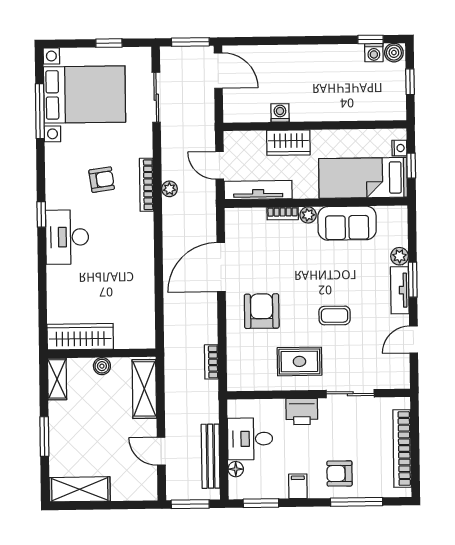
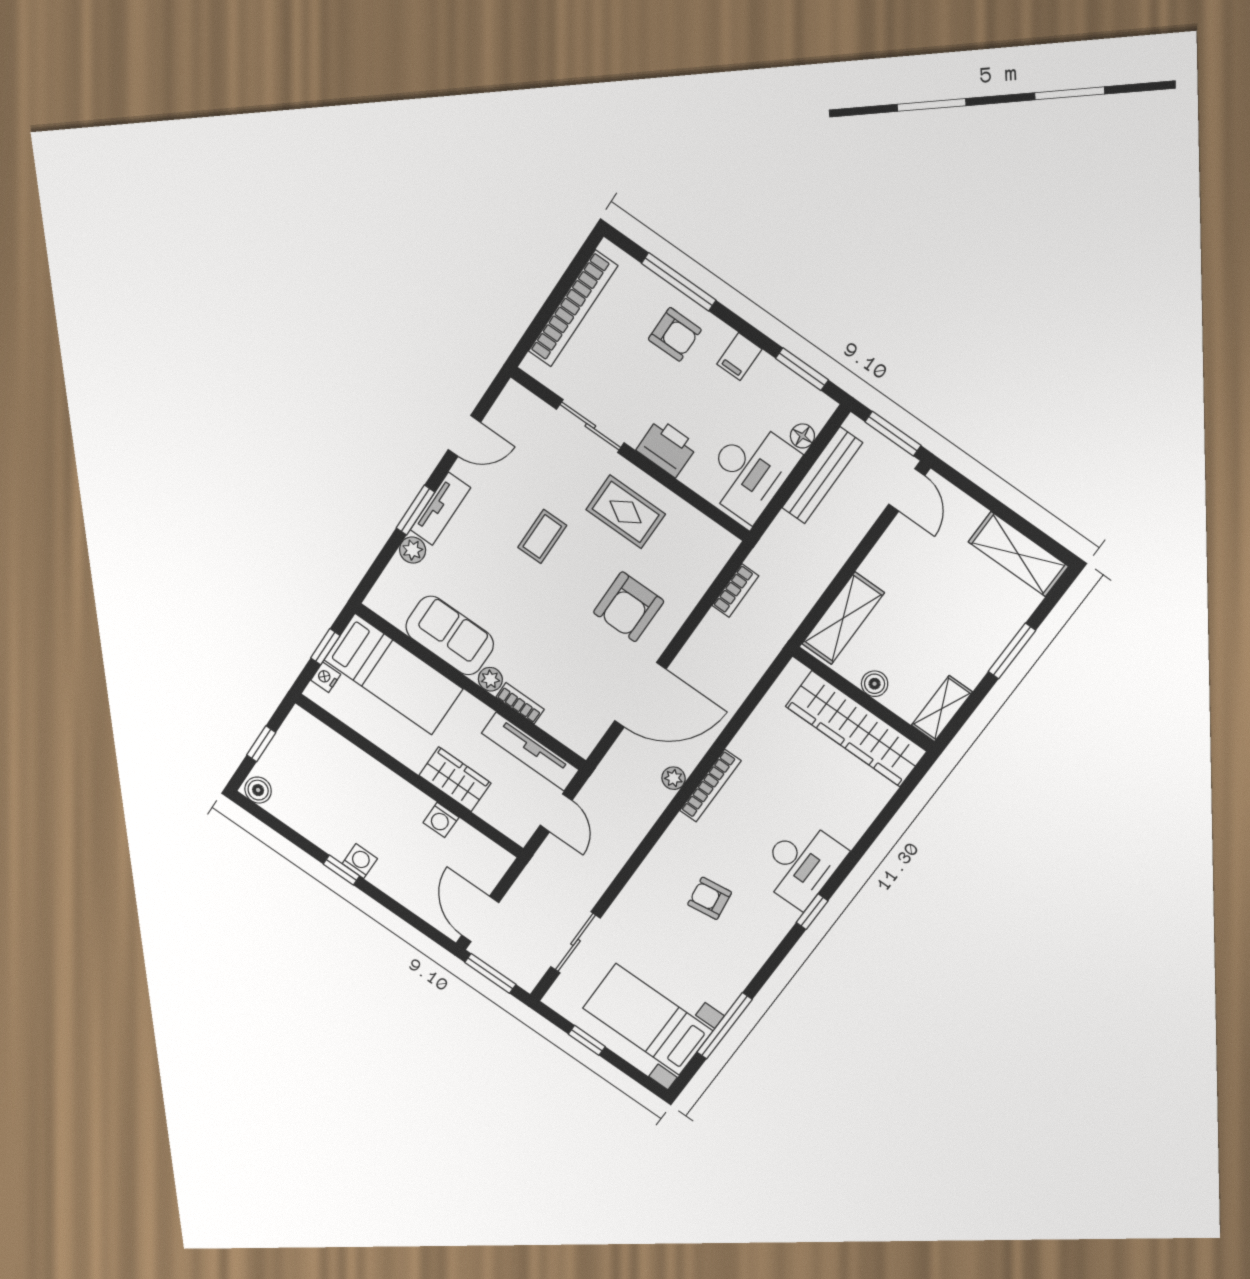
window: (370, 39) -> (341, 870), moved
washing machine: (374, 53) -> (360, 861), moved
bed with nightstands: (85, 94) -> (648, 1019), width x0.73
bookcase: (147, 185) -> (710, 786), moved
plant: (169, 189) -> (674, 778), moved
coffee table: (335, 315) -> (542, 536), turned 90
wardrobe: (80, 337) -> (856, 729), width x1.40, depth x1.17
desk: (250, 439) -> (750, 471), width x1.37
door: (161, 451) -> (907, 490), moved

